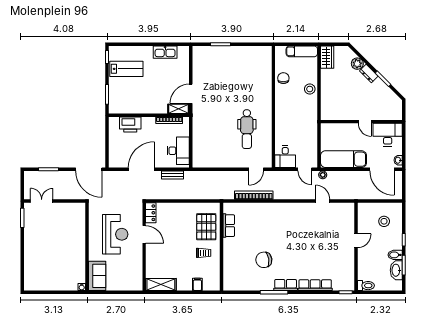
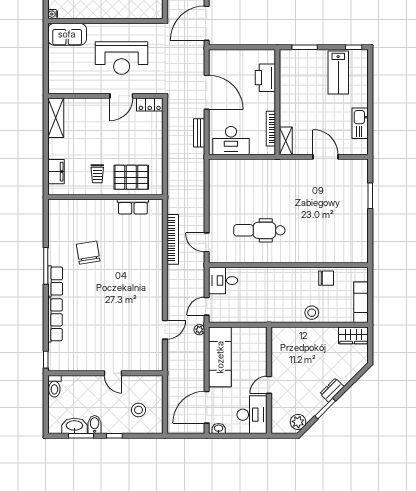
plant: (357, 64) -> (298, 422), moved
door: (191, 94) -> (326, 157), moved
filing cabinet: (197, 284) -> (56, 172), width x2.00

